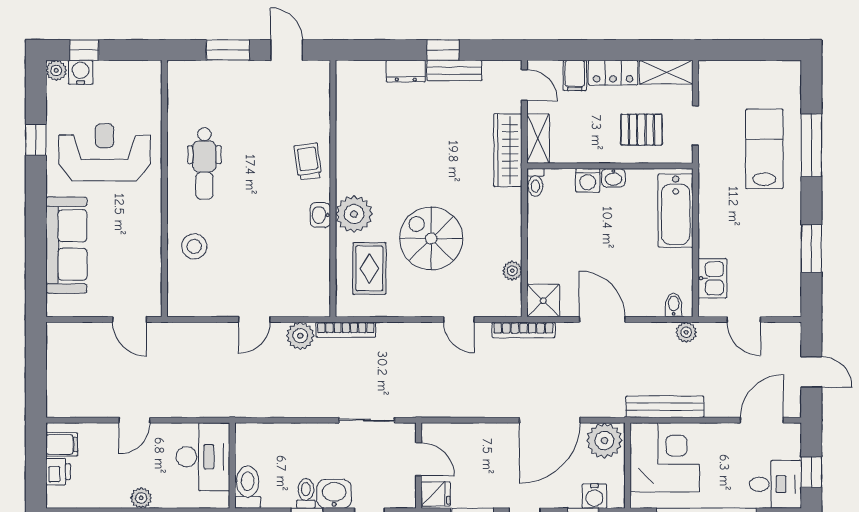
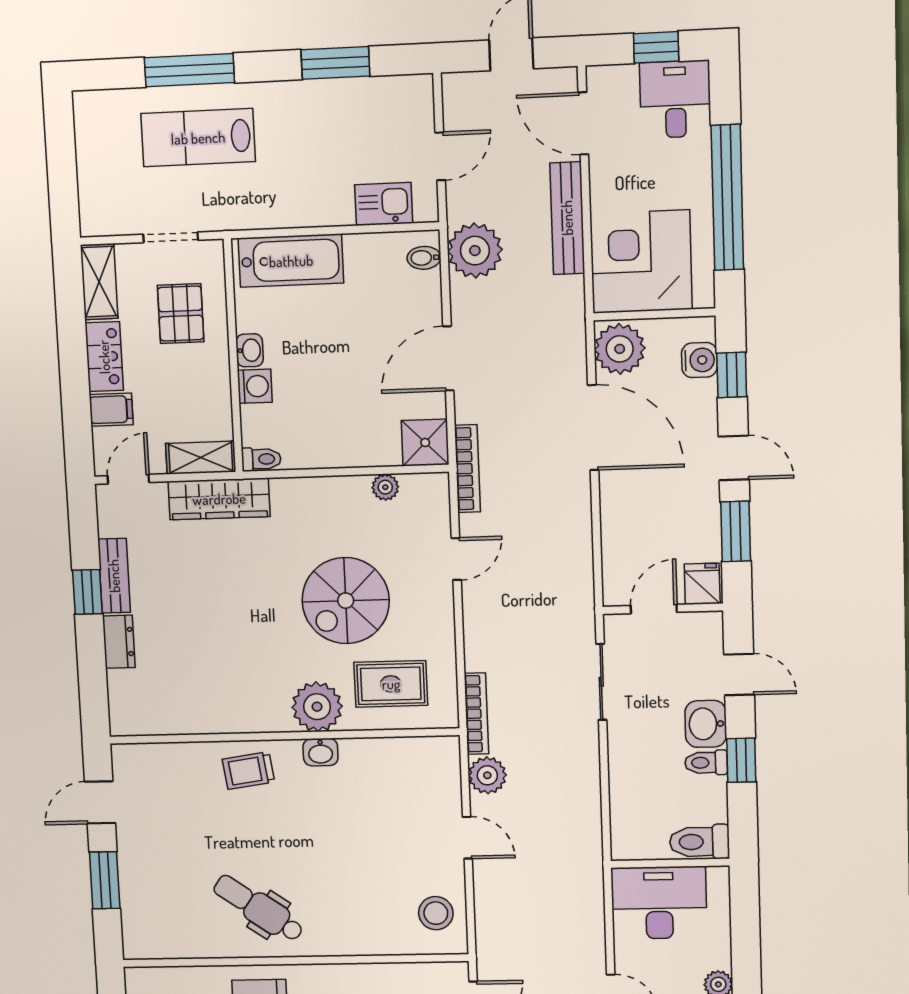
dental chair: (204, 164) -> (259, 908), turned -145
stool: (194, 246) -> (436, 913), moved
plant: (686, 332) -> (475, 251), width x1.87, depth x1.87
bench: (665, 407) -> (567, 218), moved

